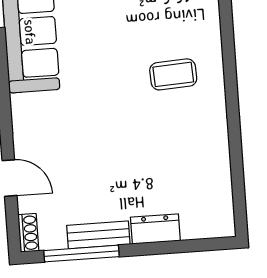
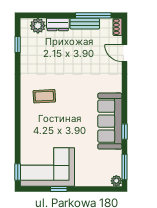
window: (238, 180) -> (18, 44), added
plant: (198, 223) -> (38, 26), added

